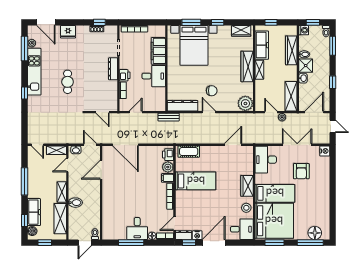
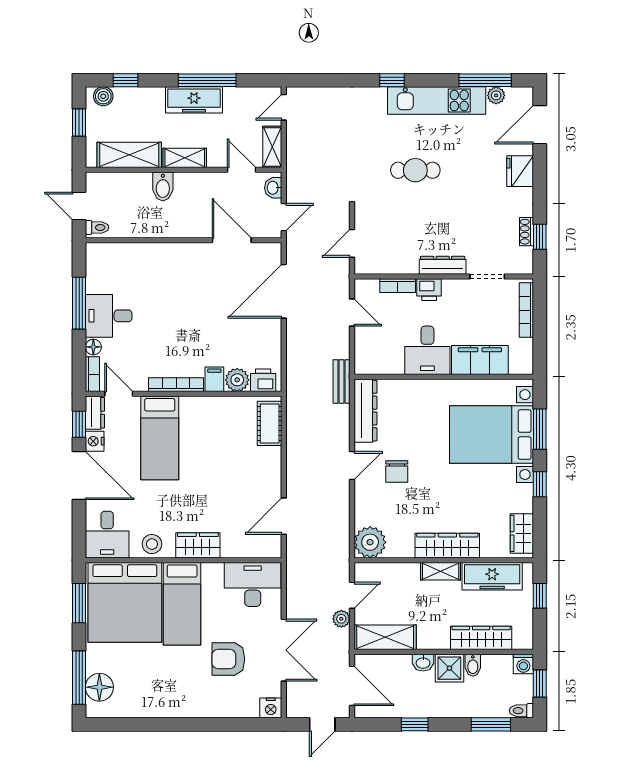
door: (233, 145) -> (284, 516), swing flipped
bed: (196, 181) -> (160, 438), moved
freezer: (34, 212) -> (194, 100), moved

